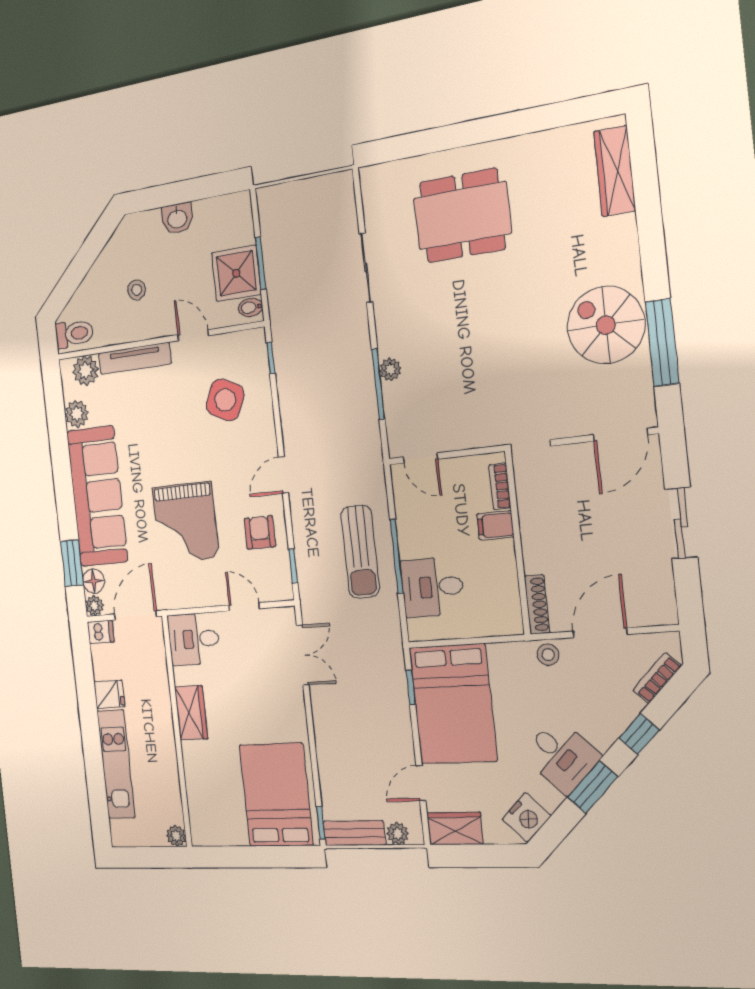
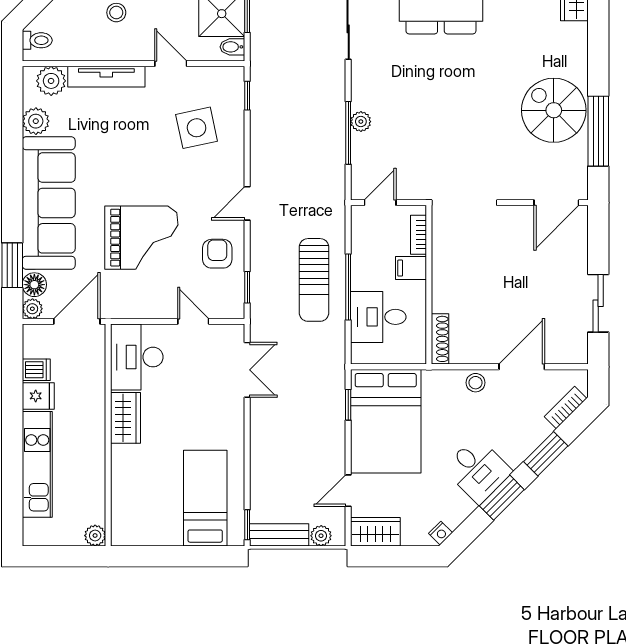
toilet: (74, 334) -> (37, 40), width x0.73, depth x0.72
side table: (225, 400) -> (197, 128), turned -37
door: (420, 458) -> (380, 203), swing flipped
bookcase: (500, 486) -> (419, 235), moved
grand piano: (186, 523) -> (141, 238), turned -90
sliding door: (681, 523) -> (598, 303), moved
filing cabinet: (495, 525) -> (411, 268), moved
wall: (518, 543) -> (429, 285), moved
shoe rack: (537, 604) -> (440, 339), moved
dishwasher: (101, 632) -> (36, 370), moved
desk: (194, 639) -> (137, 357), width x1.37
window: (639, 734) -> (546, 454), width x1.50
bed: (276, 795) -> (205, 498), width x0.67
nightstand: (526, 818) -> (440, 533), width x0.53, depth x0.56

